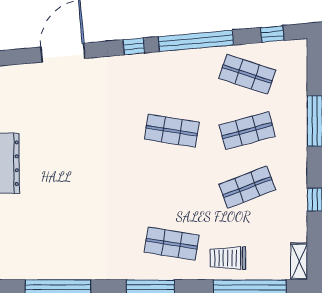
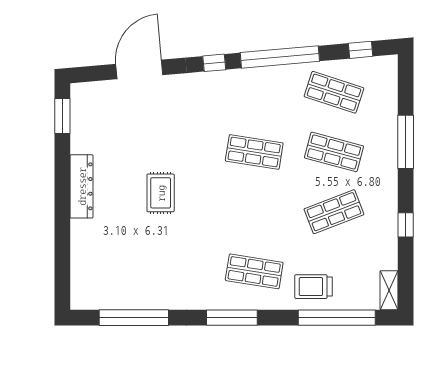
shop shelf: (247, 131) -> (334, 152), turned 30
rug: (83, 169) -> (161, 193), added

